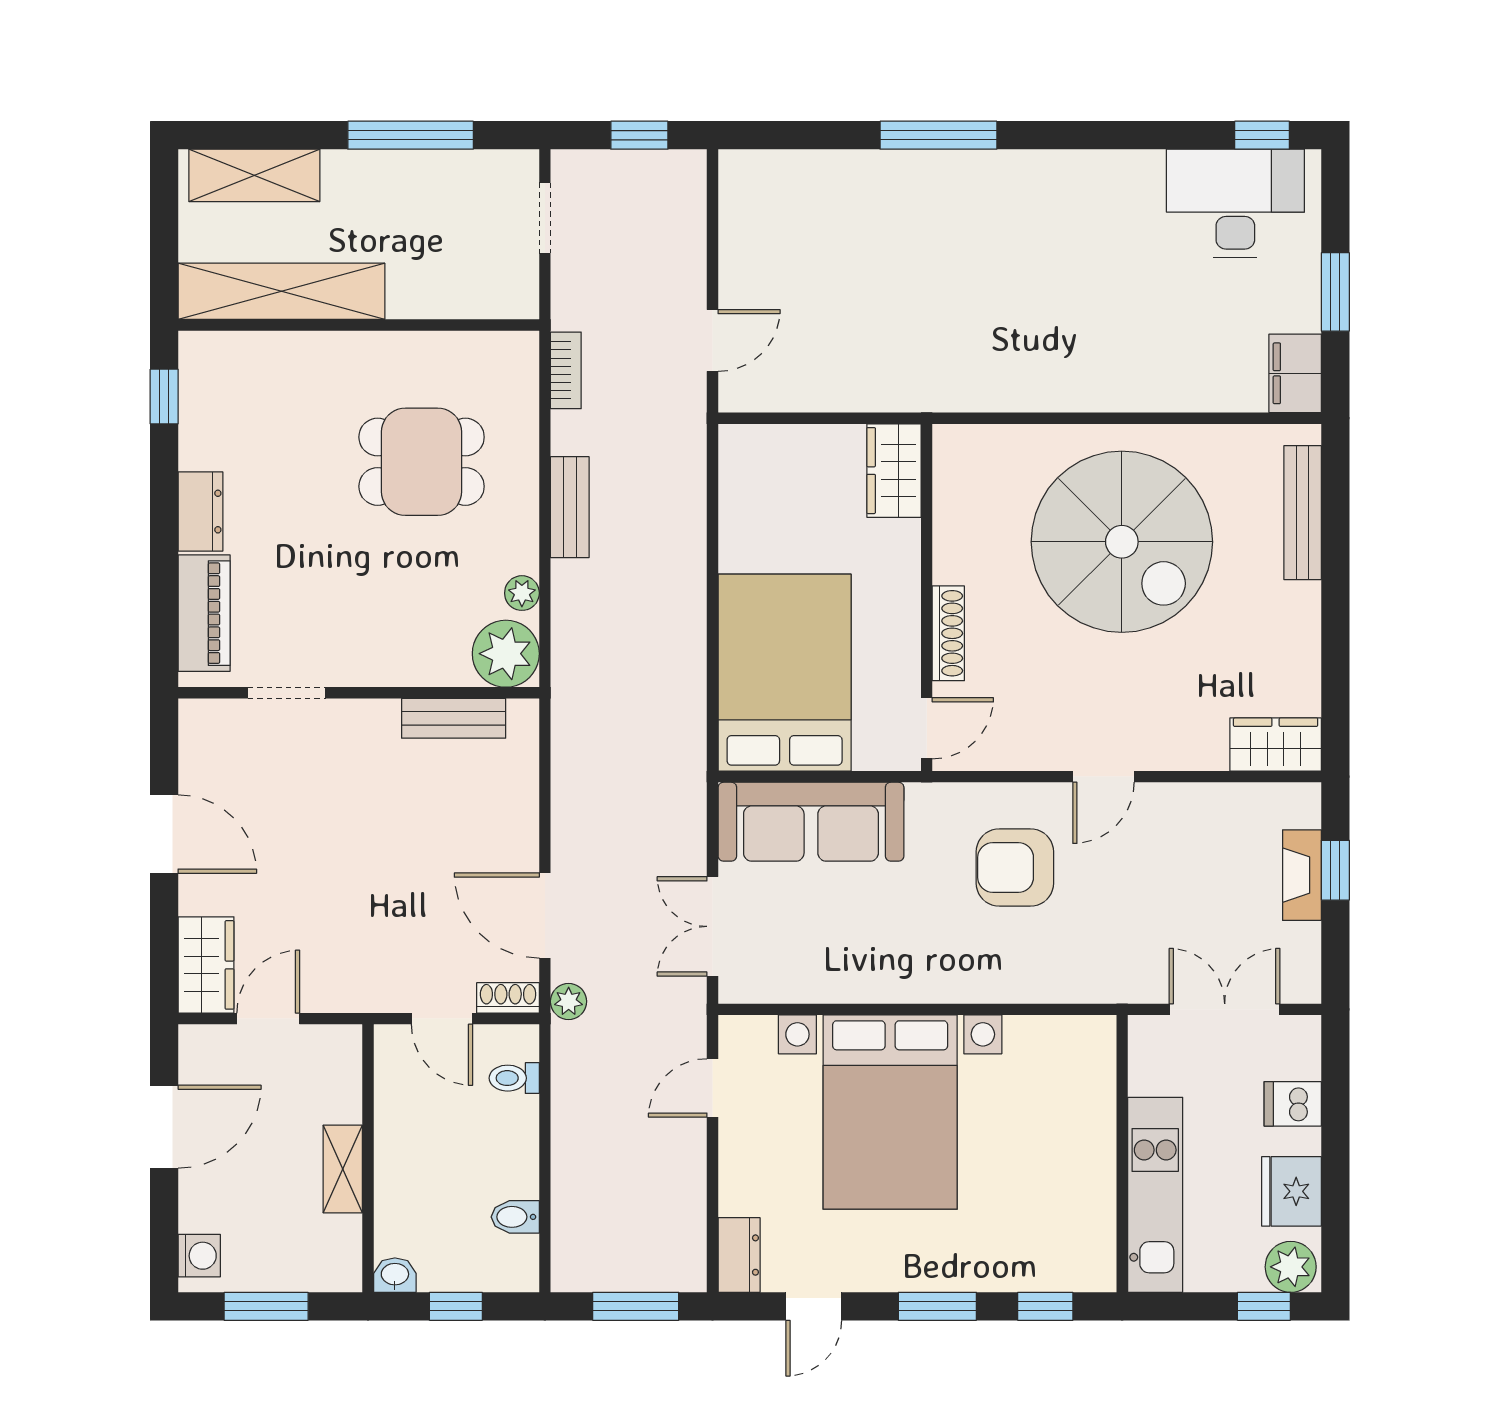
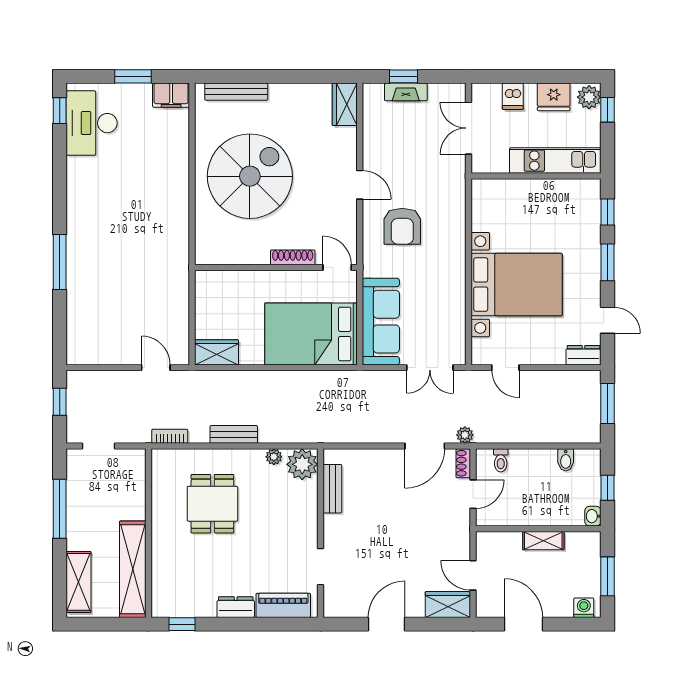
wardrobe: (894, 471) -> (217, 352), moved, turned 180

